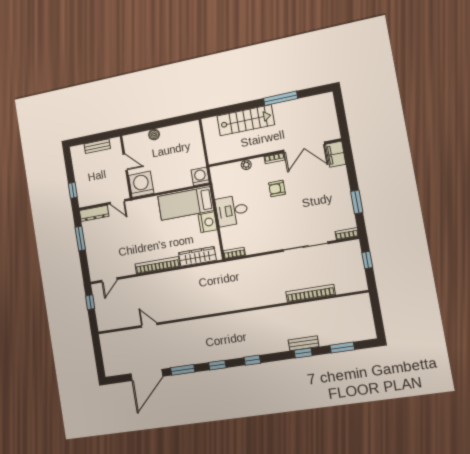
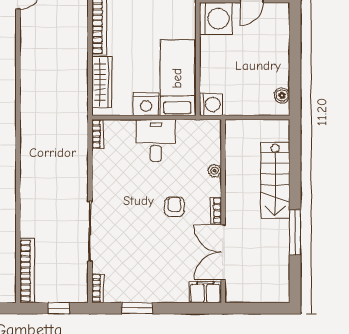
boiler: (154, 135) -> (282, 95), moved
bookcase: (311, 293) -> (27, 271), moved

